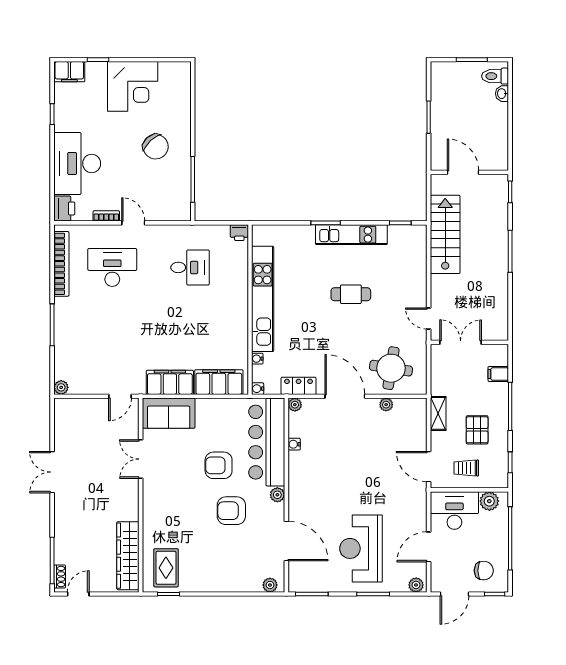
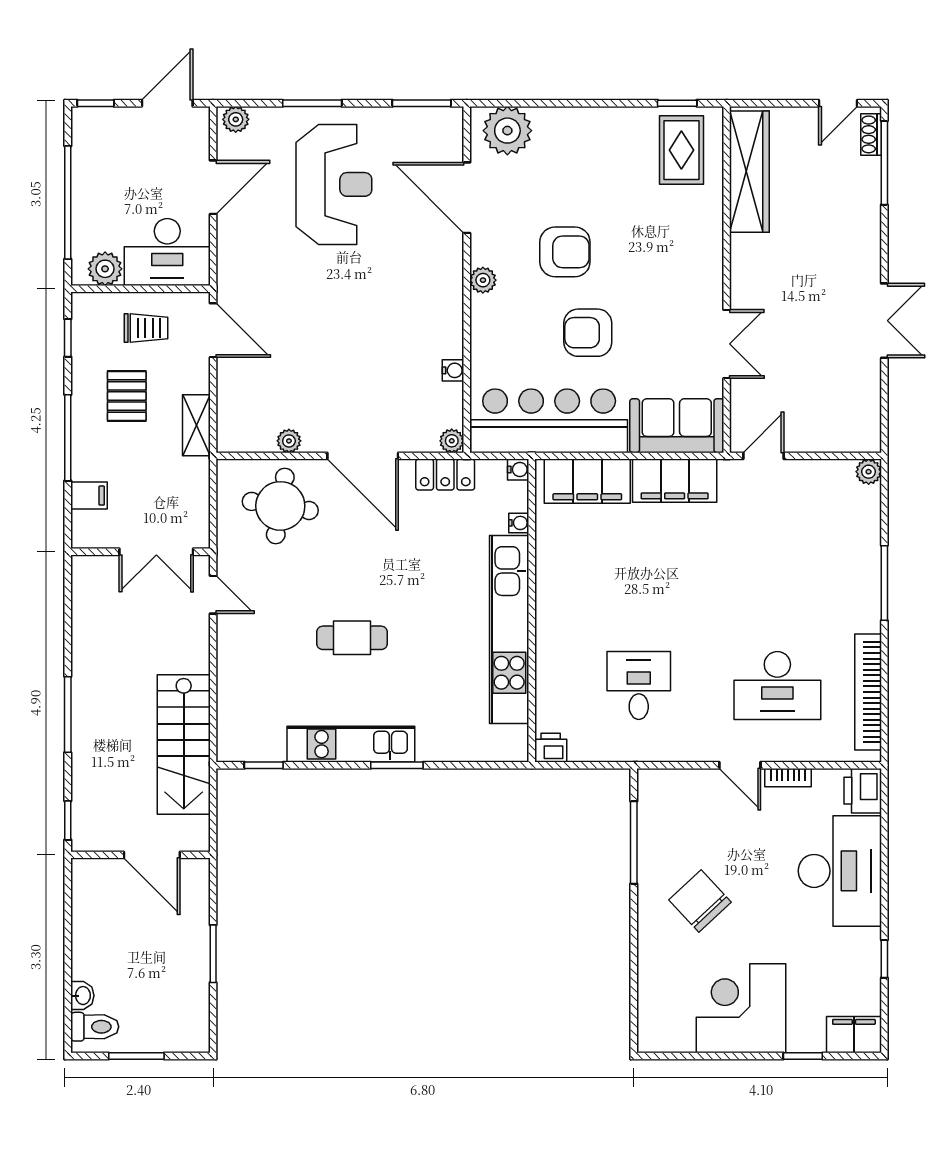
desk: (190, 267) -> (639, 686), turned 90
bar counter: (267, 442) -> (549, 421), moved, turned -90
armchair: (219, 465) -> (588, 333), turned 180
chair: (484, 571) -> (115, 145), removed
plant: (270, 585) -> (507, 131), width x1.88, depth x1.88

